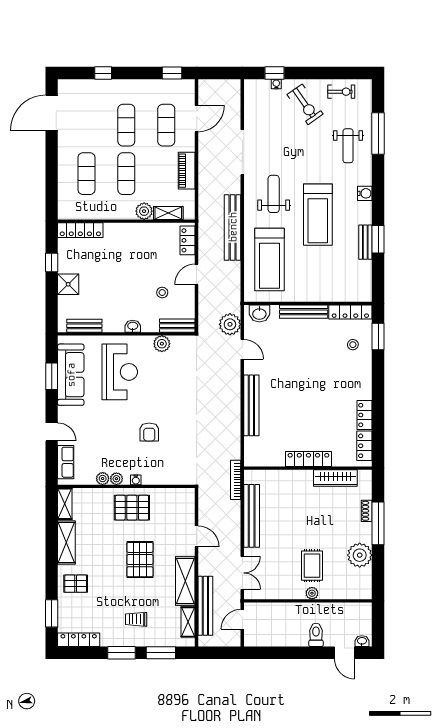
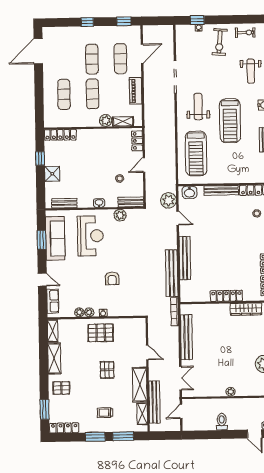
window: (103, 73) -> (87, 22), moved
exercise bike: (305, 104) -> (220, 42), turned 40
bench: (233, 227) -> (172, 273), moved
pallet: (140, 560) -> (107, 370), width x0.67, depth x0.71
rug: (312, 566) -> (230, 372), removed
toilet: (316, 635) -> (222, 422), moved

